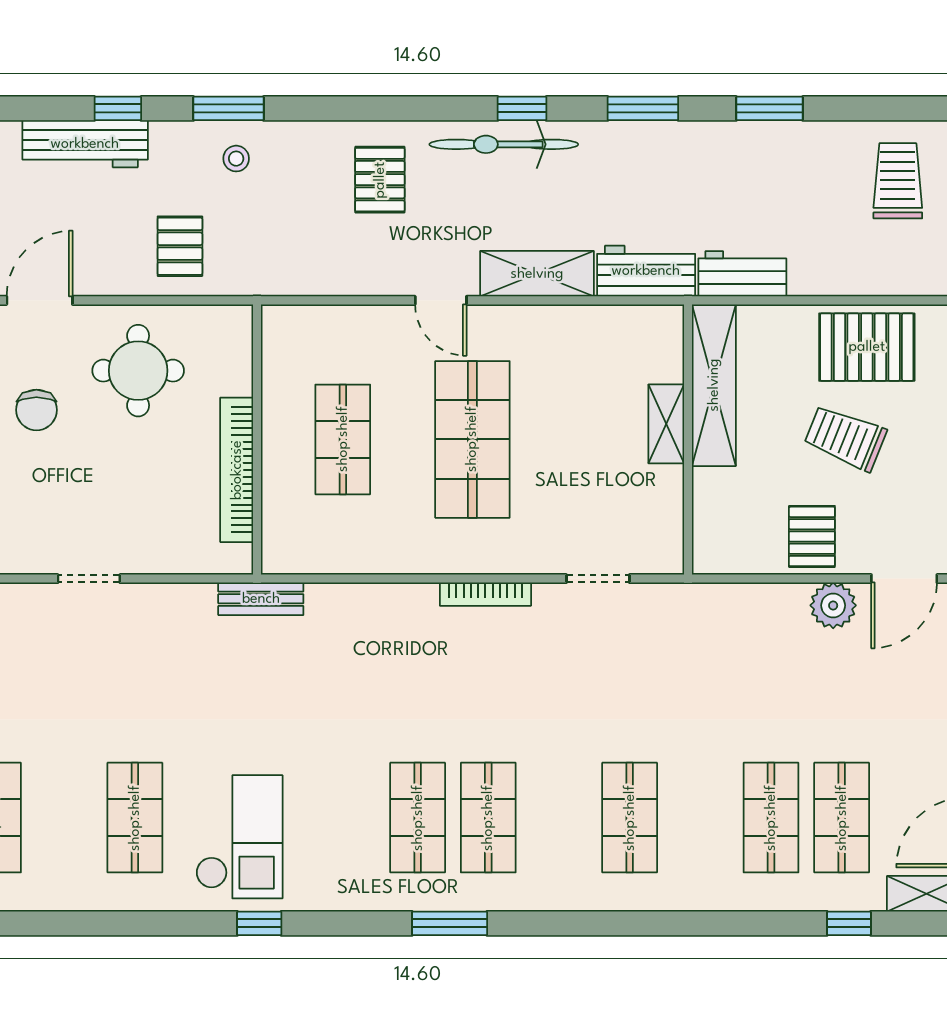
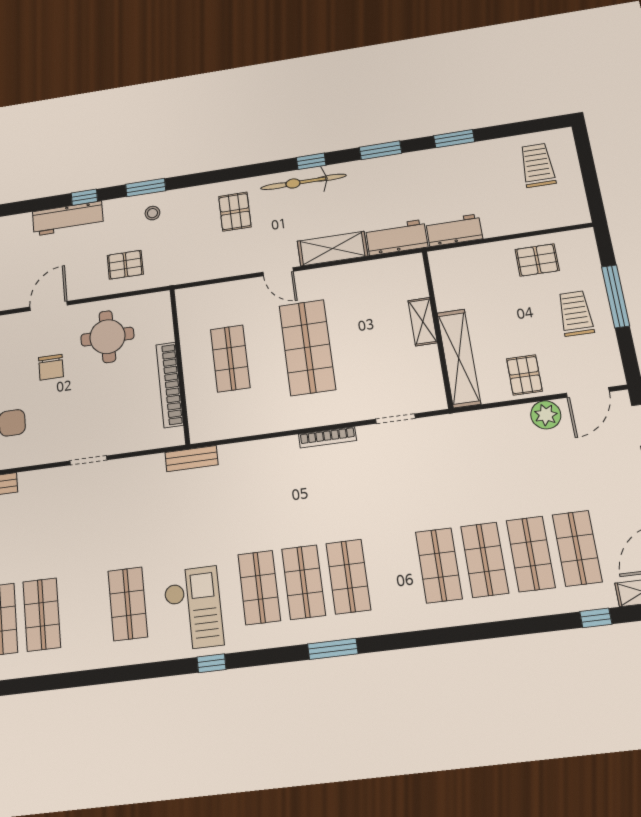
pallet: (180, 246) -> (125, 265), turned 90
pallet: (867, 347) -> (537, 260), width x0.67, depth x0.71
shelving: (714, 385) -> (459, 358), moved
trolley: (845, 438) -> (576, 313), moved, turned 68
shop shelf: (347, 818) -> (259, 588), added
shop shelf: (700, 818) -> (485, 560), added

